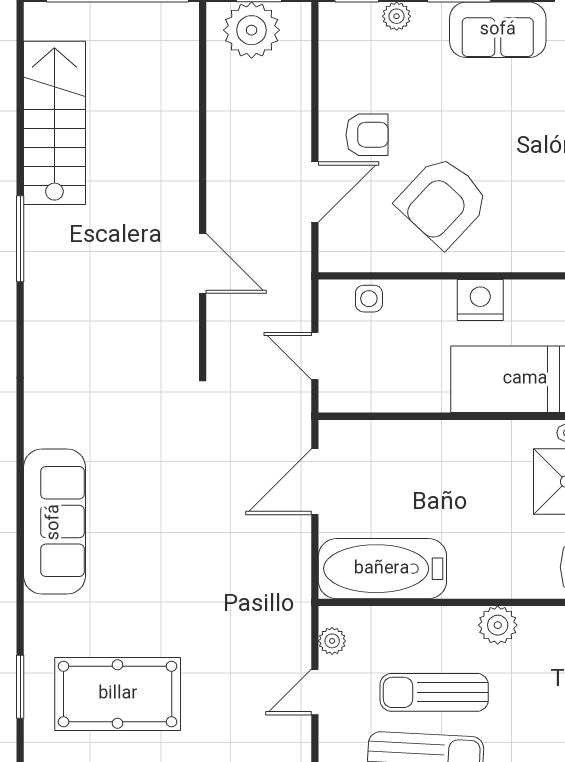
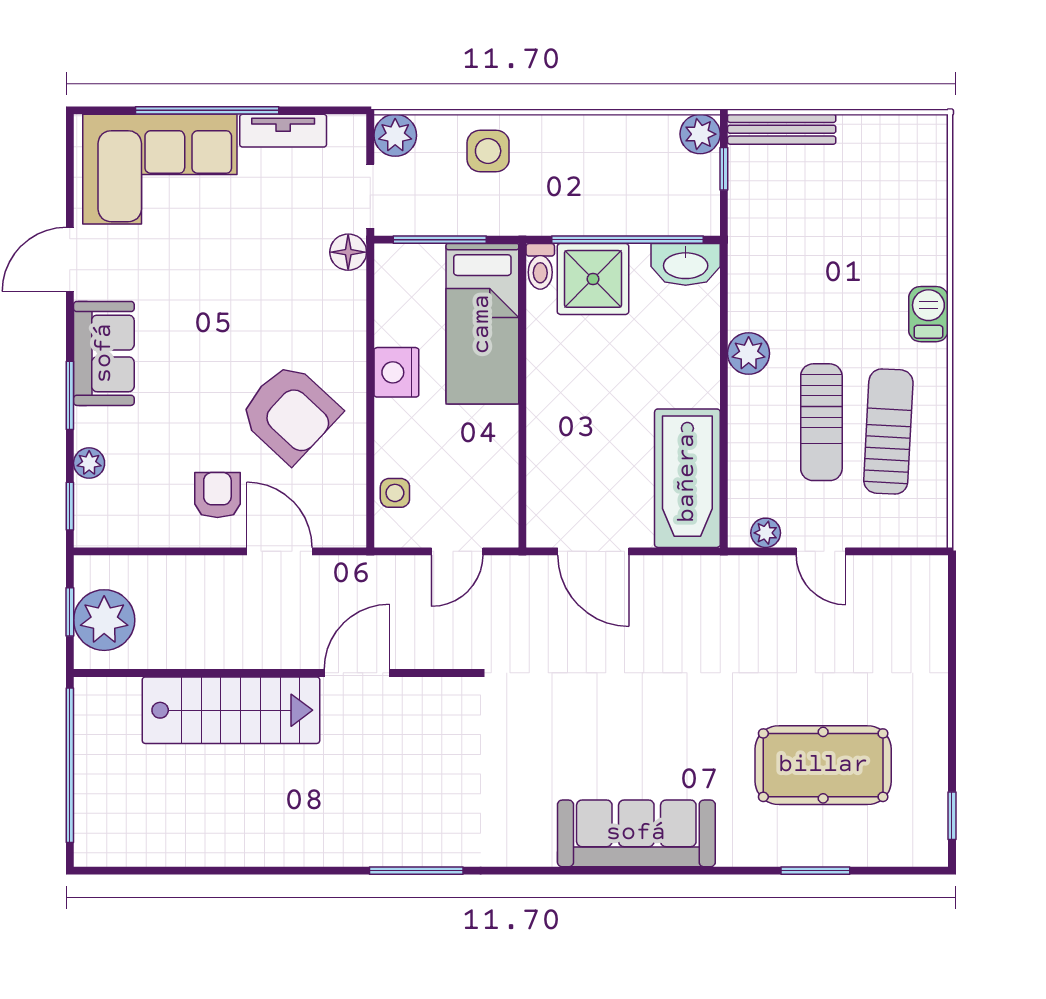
stairs: (54, 123) -> (231, 710), moved, turned 180
window: (20, 239) -> (416, 871), moved
pool table: (118, 694) -> (823, 765), turned 90

